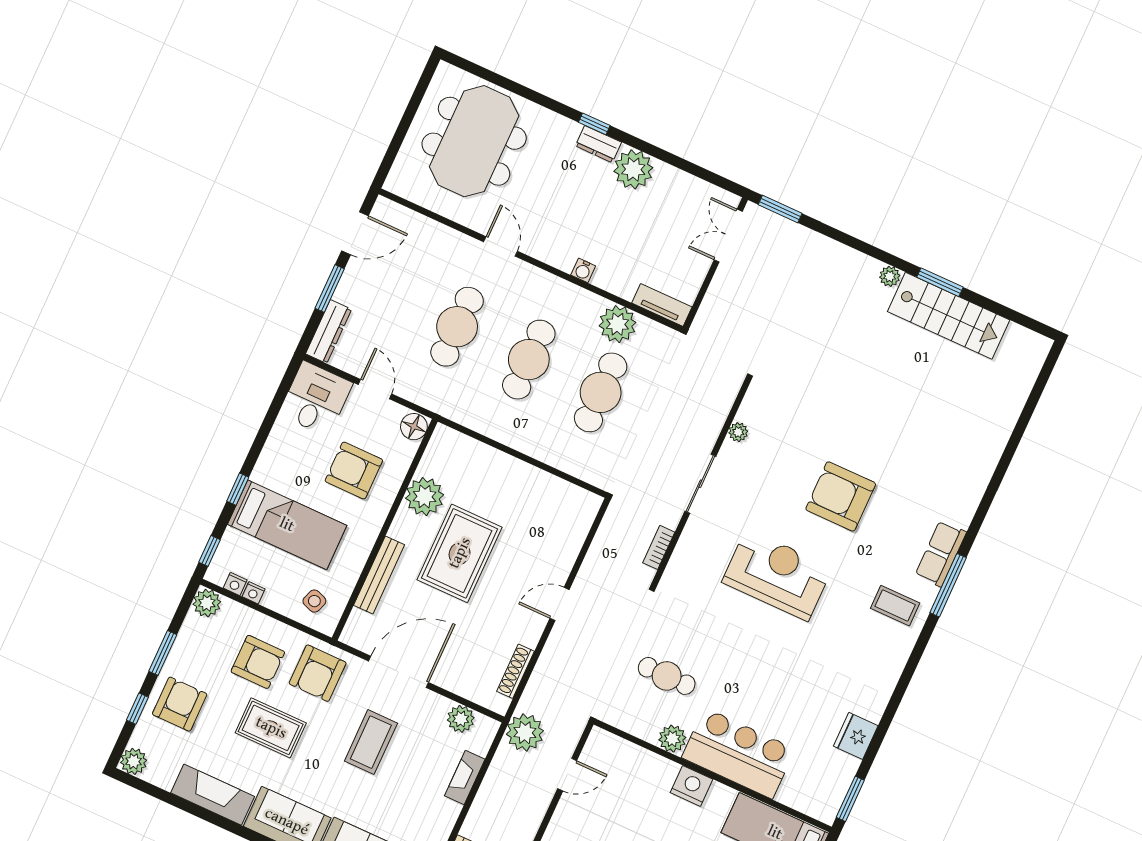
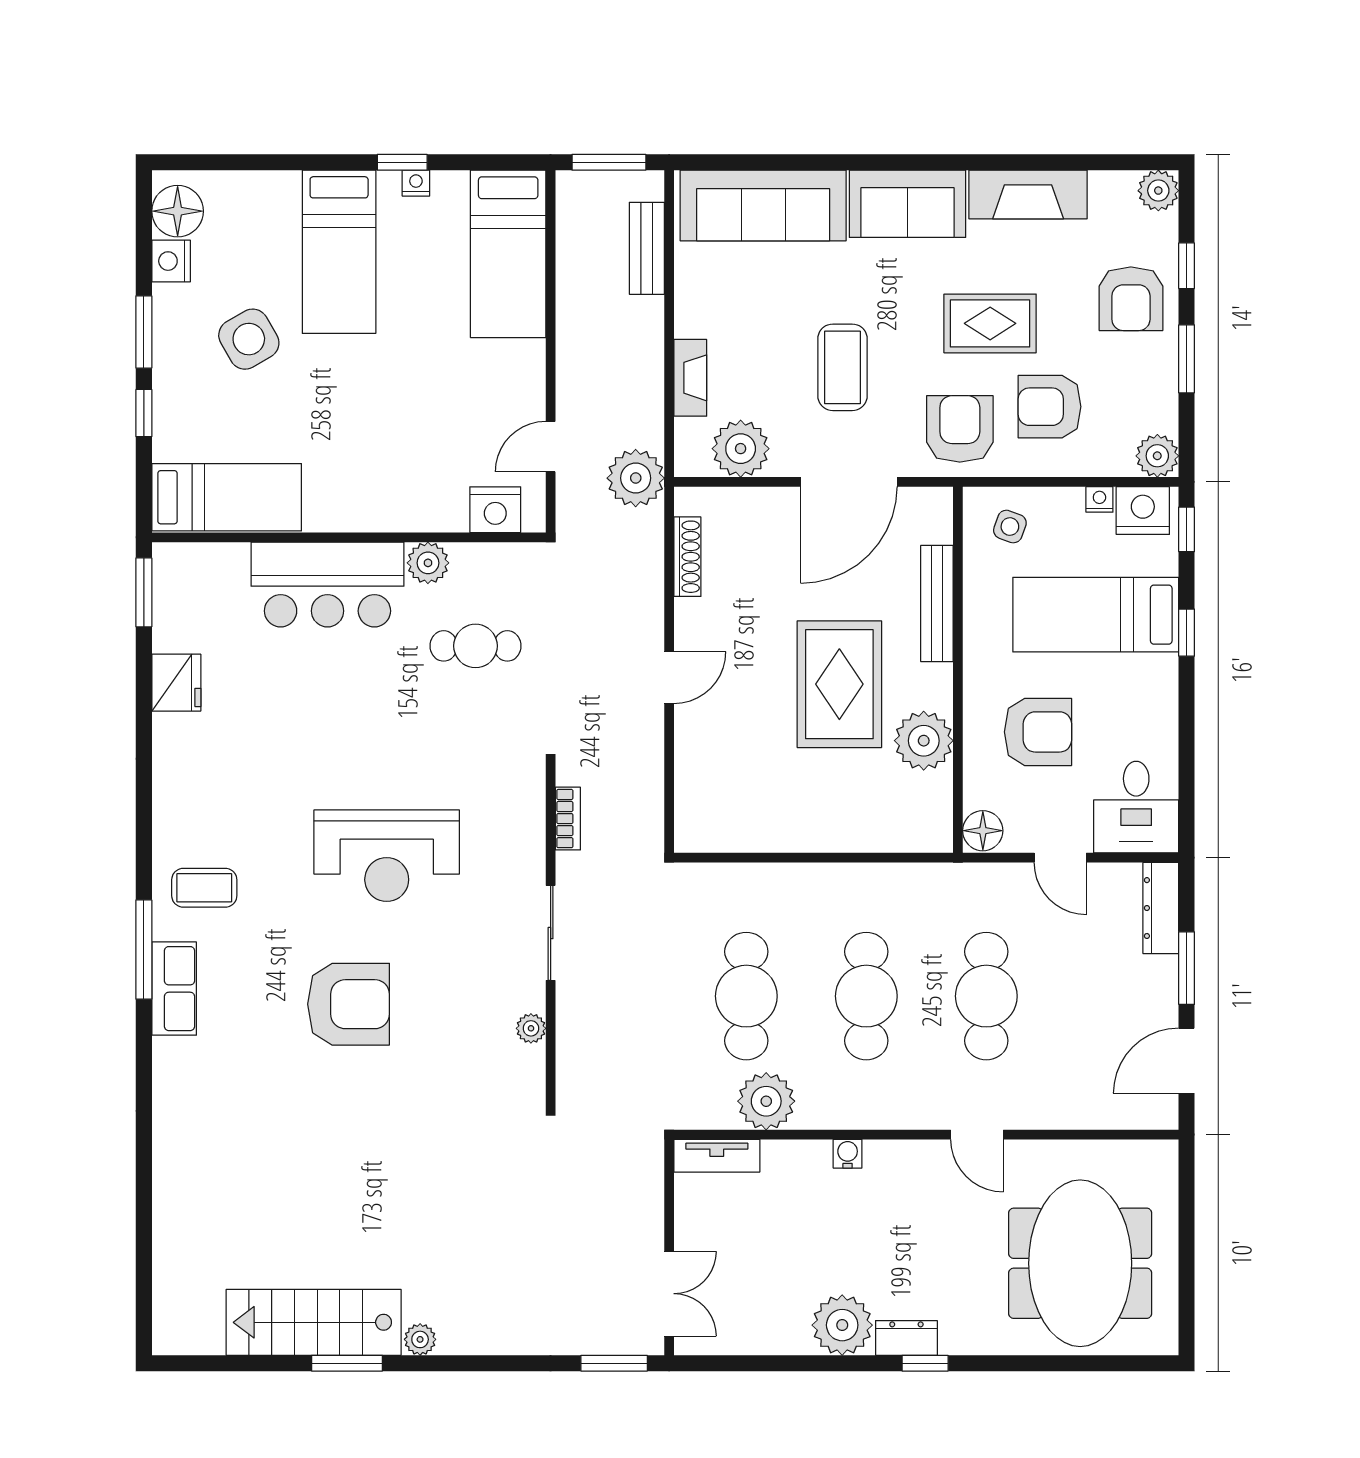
nightstand: (235, 584) -> (1143, 511), width x1.89, depth x1.79
plant: (461, 719) -> (741, 449), width x1.36, depth x1.36
nightstand: (692, 786) -> (495, 510), moved

